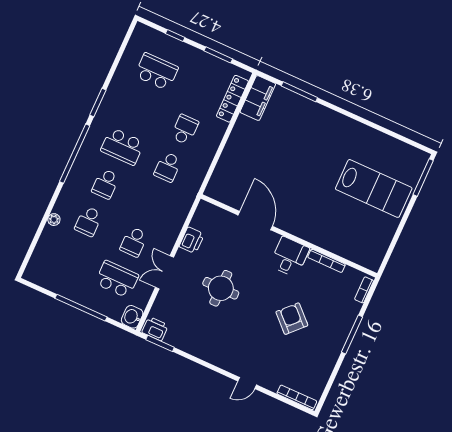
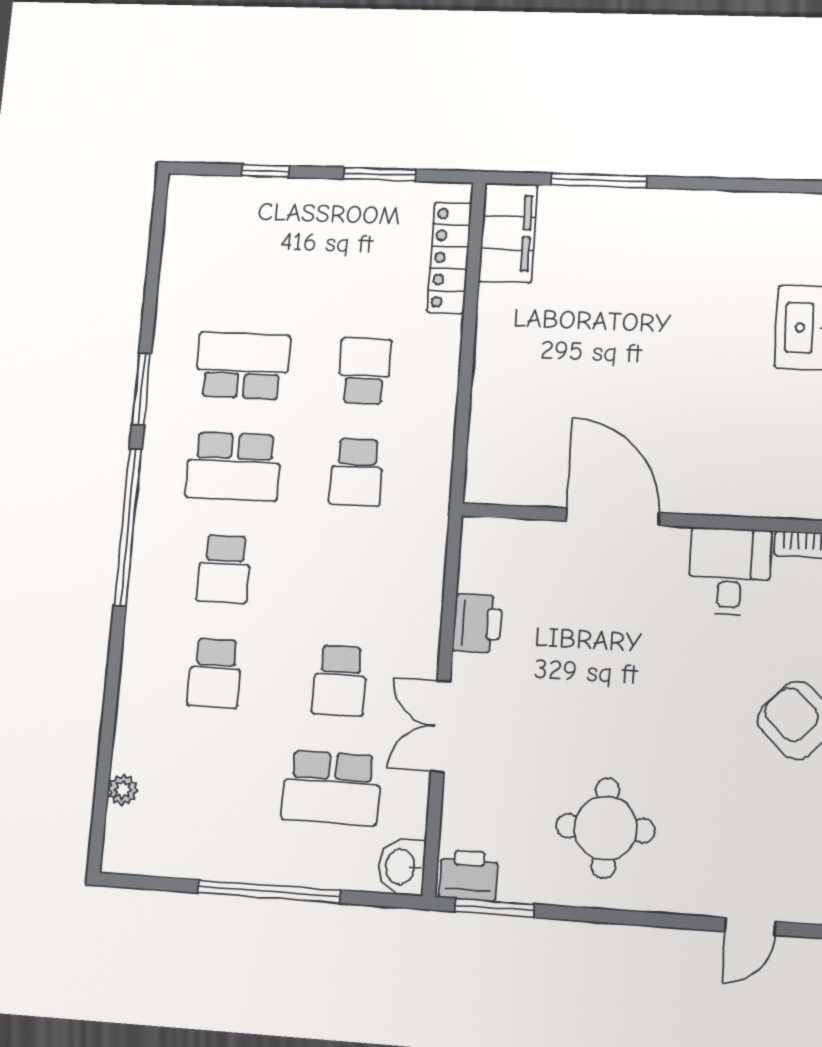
school desk: (156, 72) -> (243, 366), moved
plant: (54, 220) -> (123, 790), moved
school desk: (117, 279) -> (331, 788), turned 180
round table: (221, 288) -> (606, 828), moved

